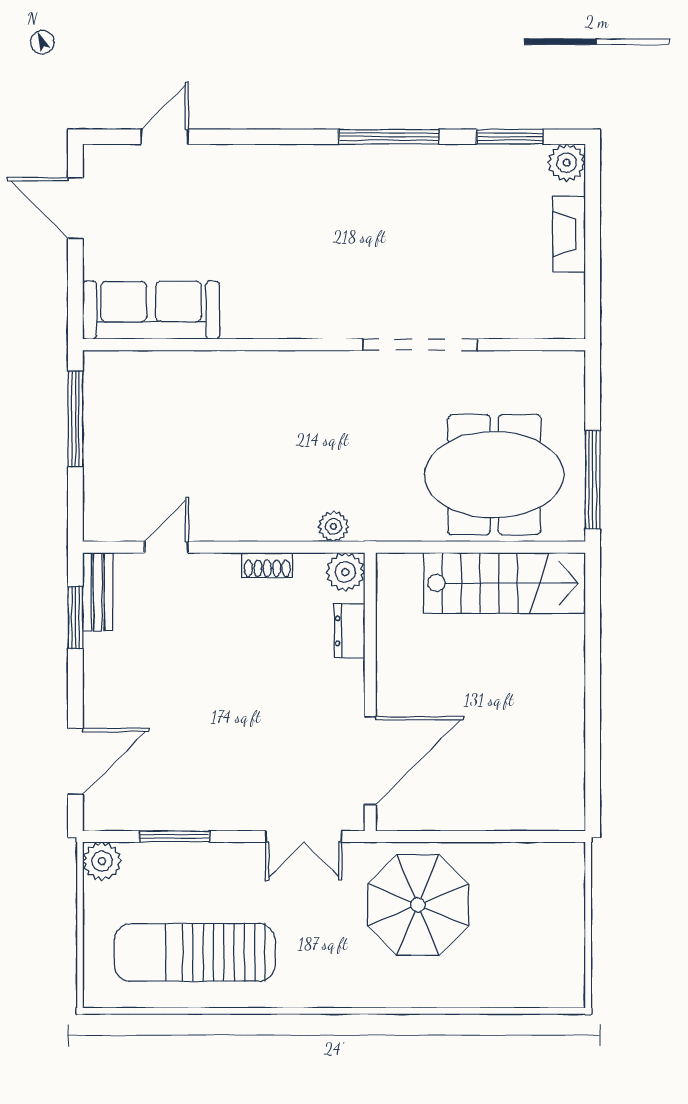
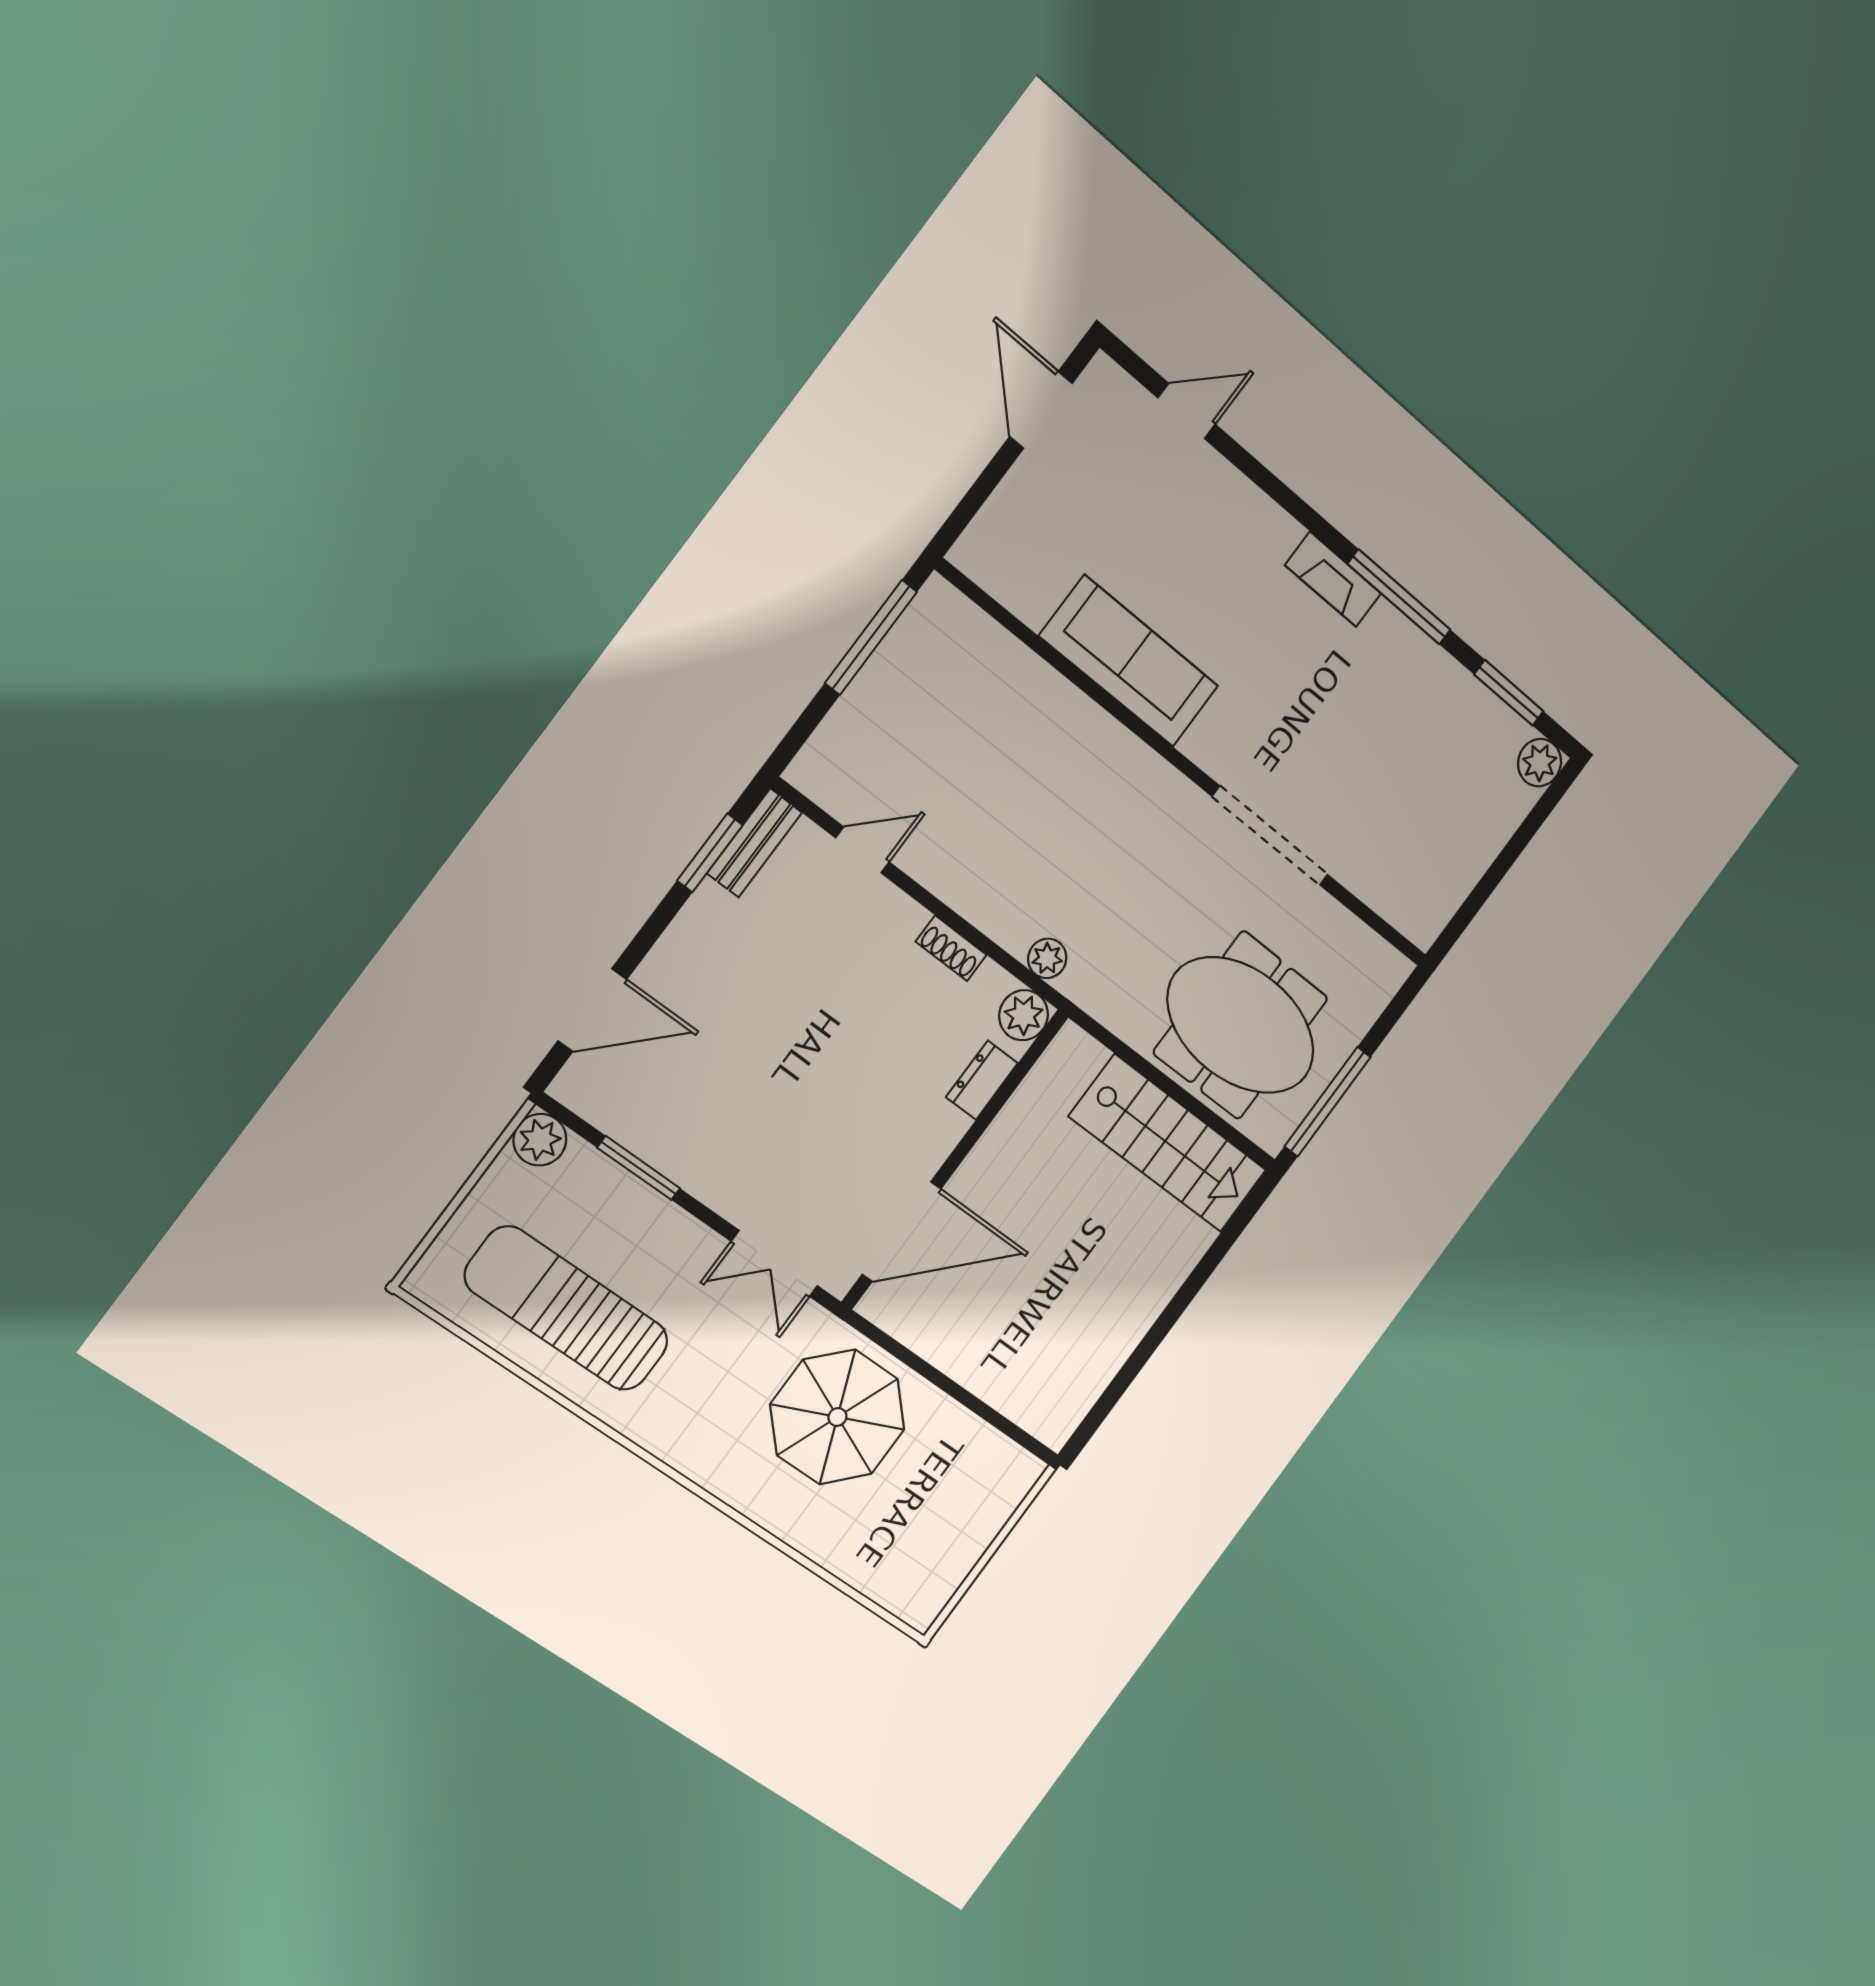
fireplace: (569, 234) -> (1333, 579), moved, turned -90
sofa: (151, 310) -> (1129, 661), moved

